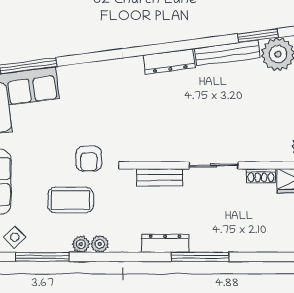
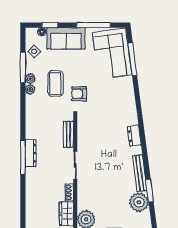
dresser: (169, 61) -> (134, 136), width x0.70
dresser: (165, 243) -> (31, 153), moved
plant: (100, 244) -> (30, 79), moved

